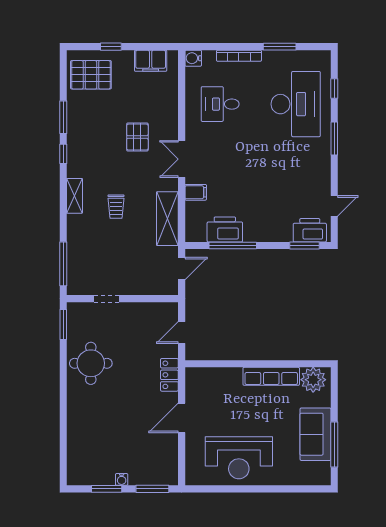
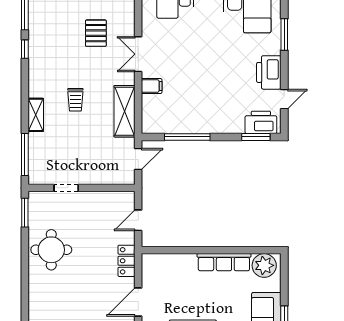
shelving: (75, 196) -> (36, 115), moved
printer: (225, 229) -> (269, 72), moved, turned -90

